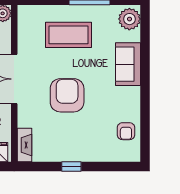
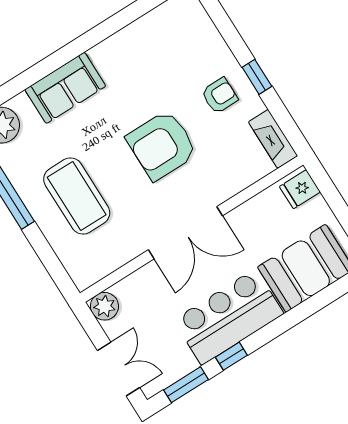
armchair: (126, 131) -> (220, 96), moved
fireplace: (25, 145) -> (273, 139), moved, turned -90

